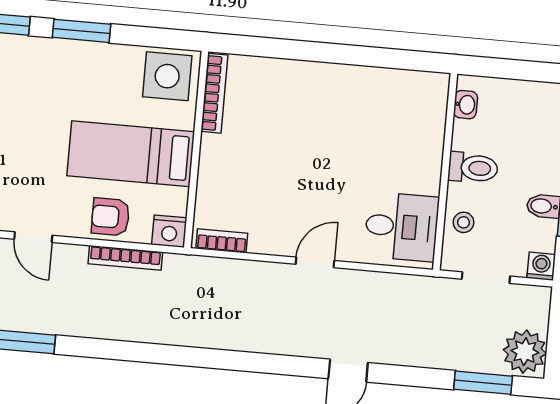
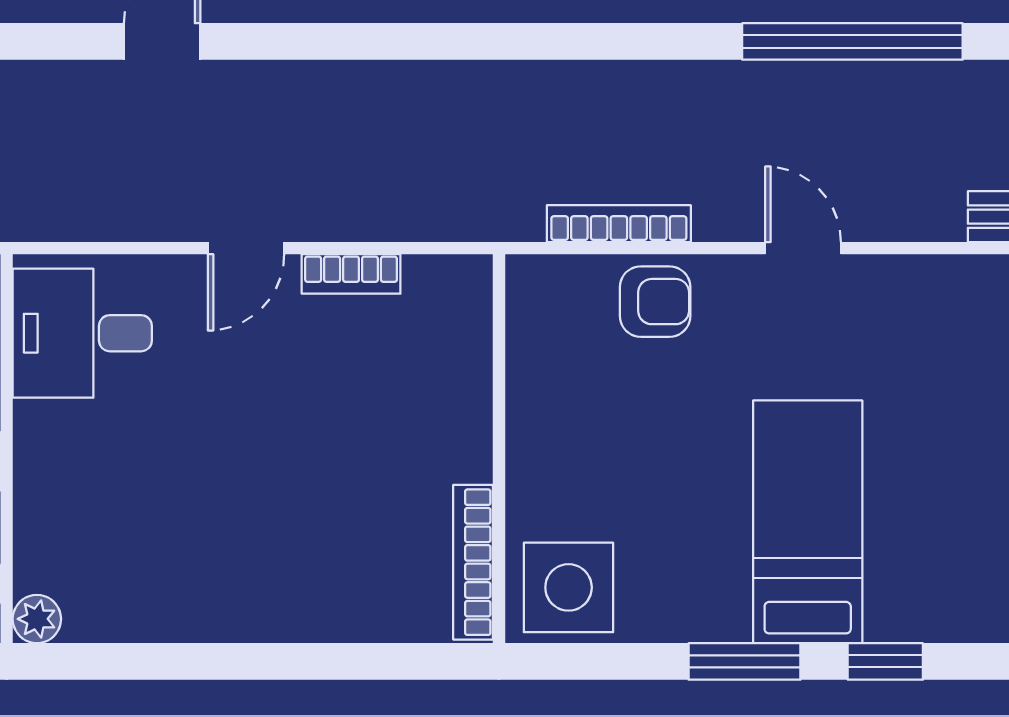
plant: (438, 84) -> (37, 619), added
bed: (131, 154) -> (808, 522), moved, turned -90
nightstand: (169, 231) -> (537, 284), removed
bookcase: (222, 241) -> (351, 274), moved

